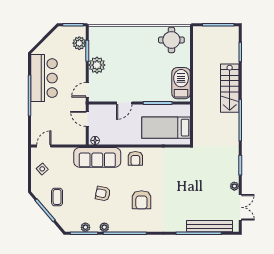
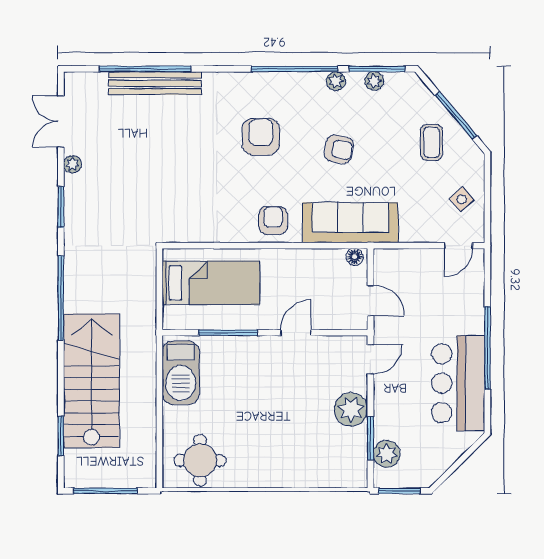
stairs: (230, 88) -> (92, 381), width x1.36, depth x1.51
bench: (209, 226) -> (155, 83), moved

